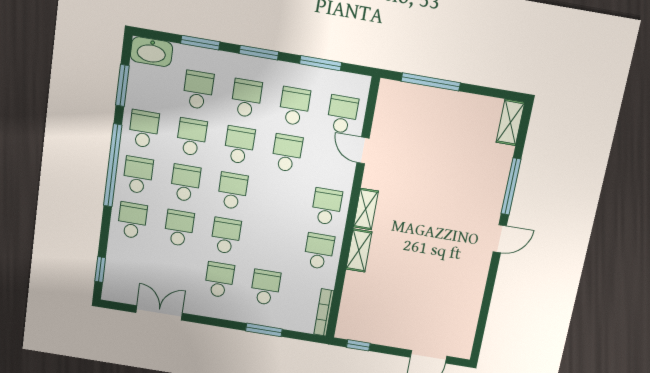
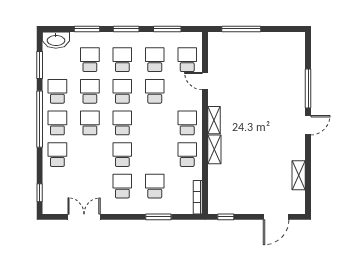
shelving: (510, 122) -> (299, 175), moved
school desk: (179, 228) -> (90, 155), removed

